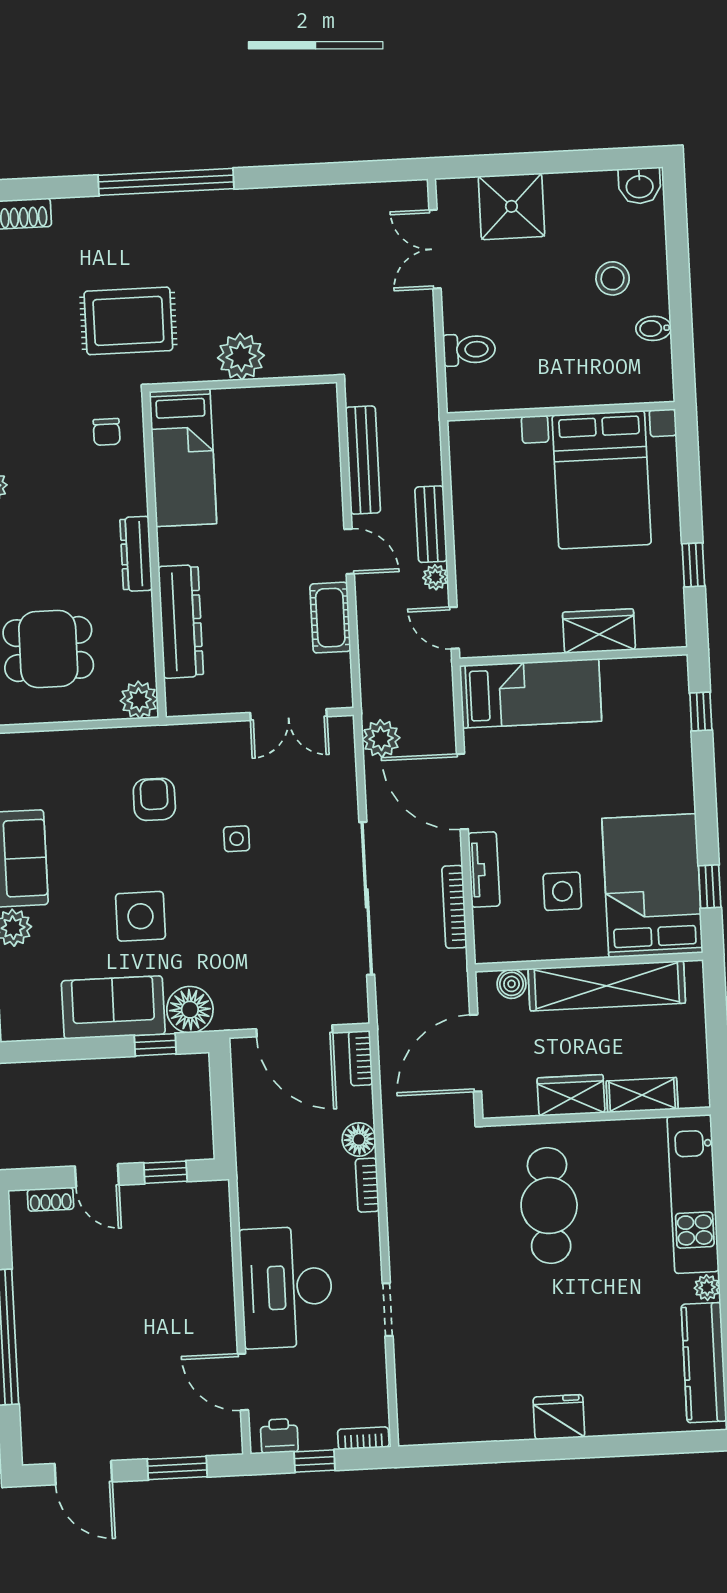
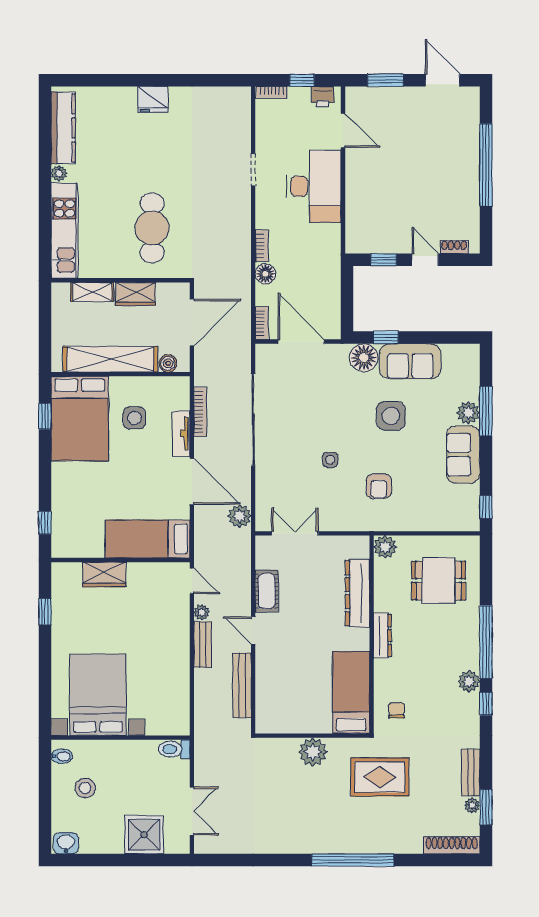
wall: (561, 411) -> (120, 738), moved
bed with nightstands: (602, 480) -> (98, 695), moved

